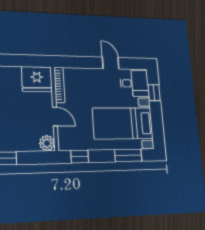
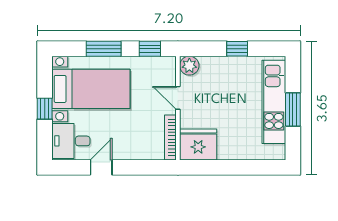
door: (111, 63) -> (101, 167), swing flipped
window: (154, 93) -> (45, 109), moved
window: (128, 155) -> (104, 49), moved

